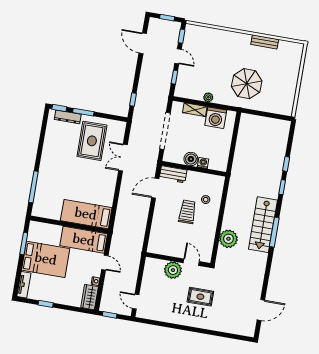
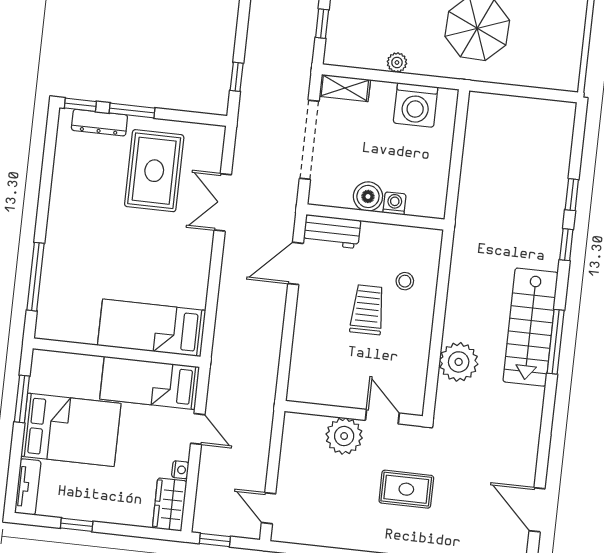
shelving: (195, 110) -> (345, 88), moved
door: (261, 310) -> (537, 510), swing flipped

